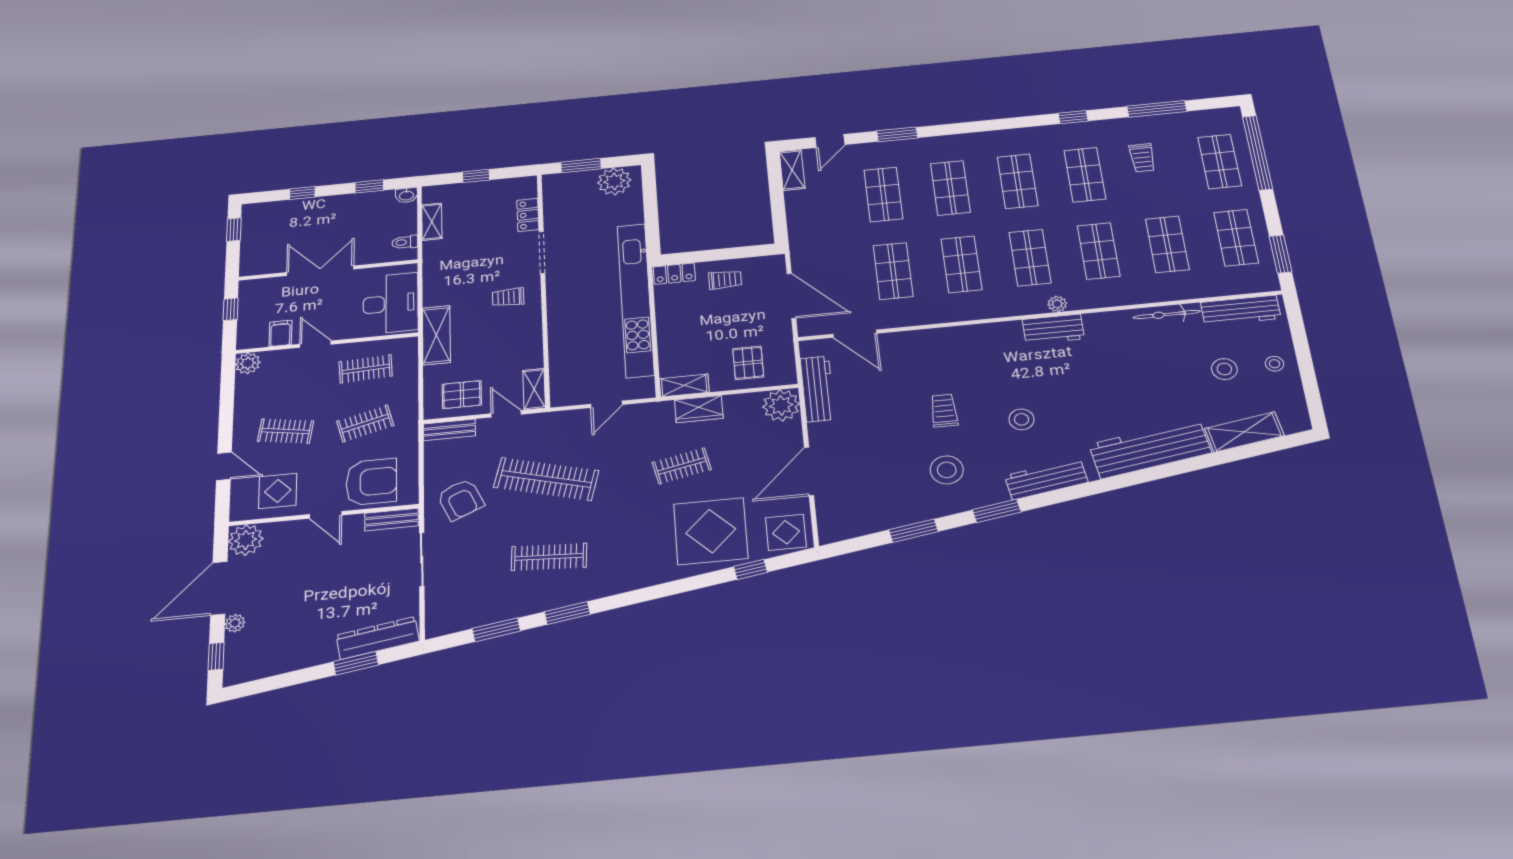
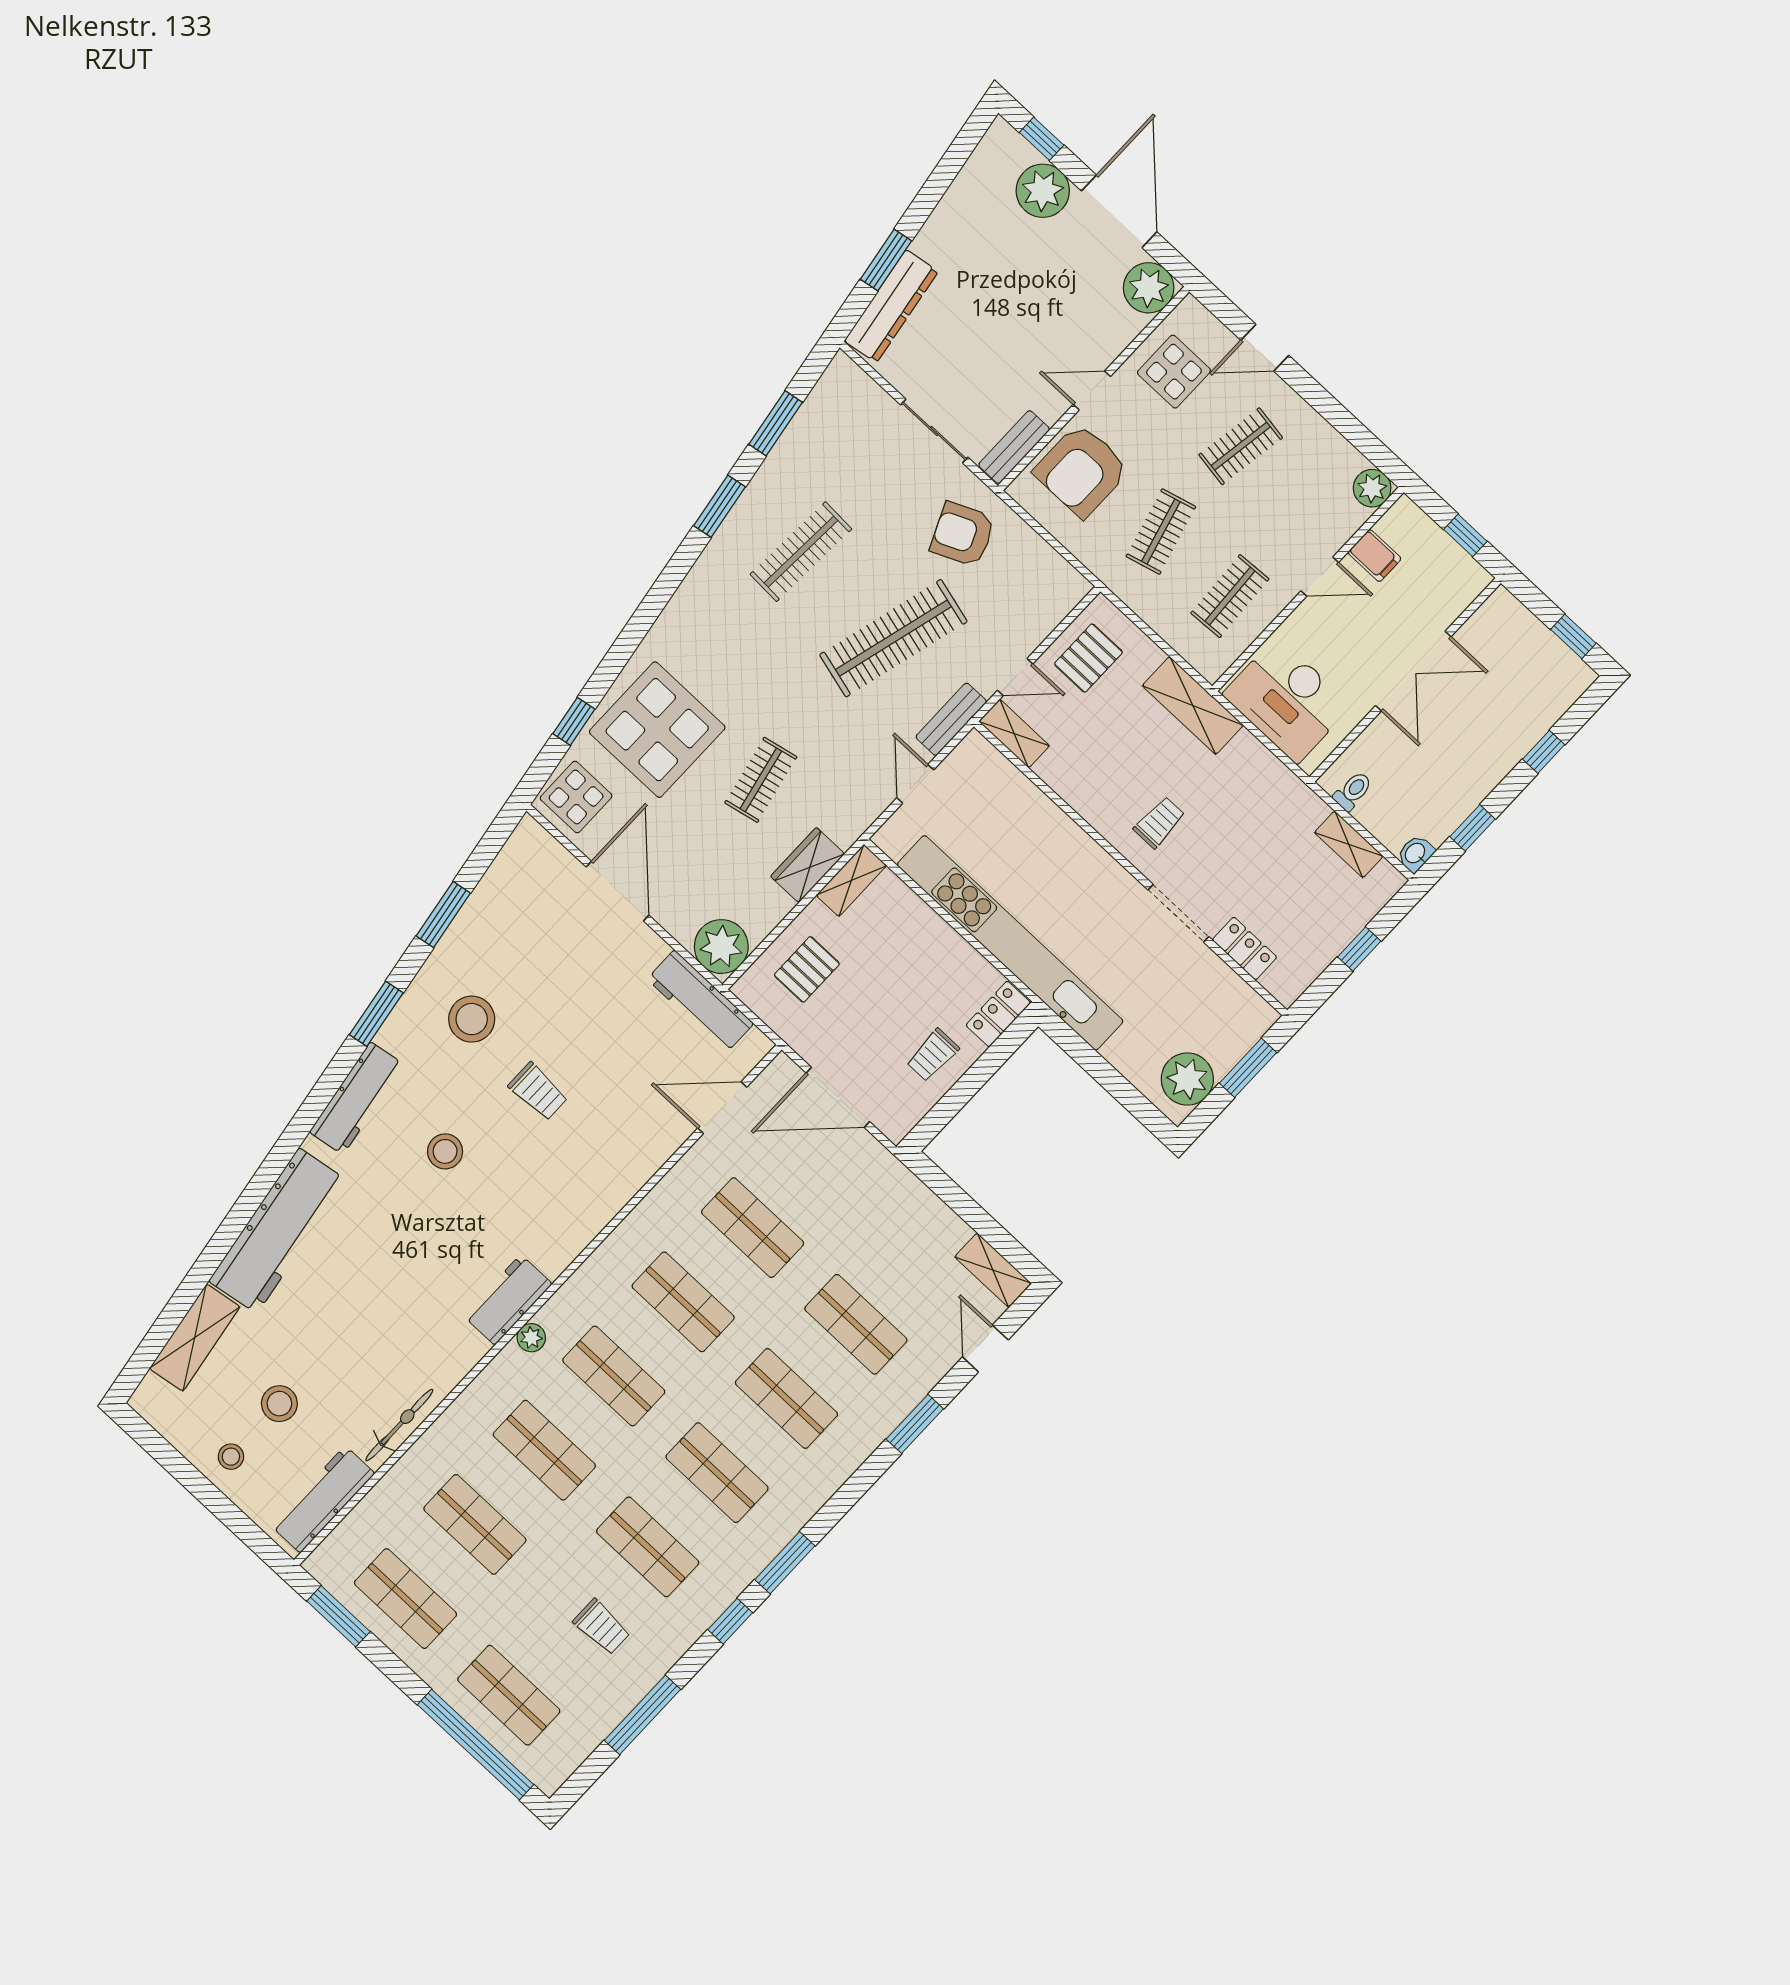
window: (1021, 122) -> (785, 1563), added
trolley: (1142, 158) -> (602, 1627), turned 180
pallet: (748, 363) -> (807, 969), turned 90
bench: (449, 430) -> (951, 719), moved
plant: (235, 623) -> (1043, 191), width x1.87, depth x1.87

